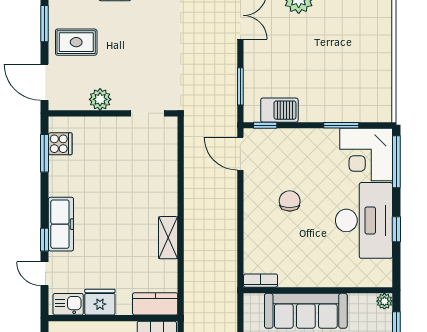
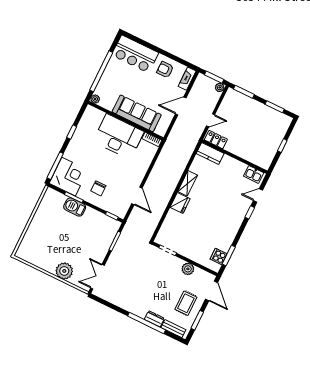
rug: (76, 42) -> (186, 303), turned 90
barbecue: (279, 110) -> (75, 207), moved
door: (240, 154) -> (137, 196), moved
chair: (290, 201) -> (98, 188), moved
desk: (364, 220) -> (118, 137), moved, turned 90
freezer: (61, 224) -> (238, 216), removed
door: (44, 274) -> (258, 195), swing flipped
fridge: (100, 302) -> (180, 203), moved, turned -90

